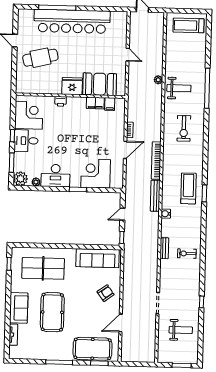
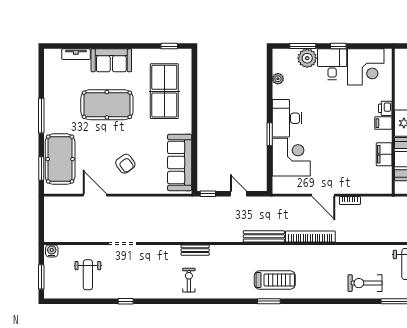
filing cabinet: (110, 104) -> (383, 123), moved
exercise bike: (184, 128) -> (365, 283), moved
desk: (56, 176) -> (287, 118), moved
plant: (20, 179) -> (307, 58), moved
water cooler: (166, 214) -> (52, 251), moved
armchair: (106, 293) -> (125, 164), moved

